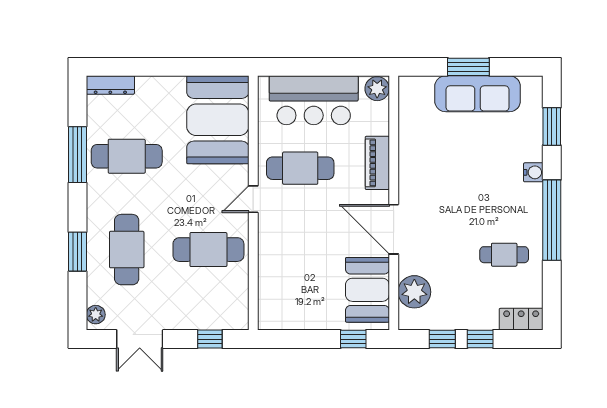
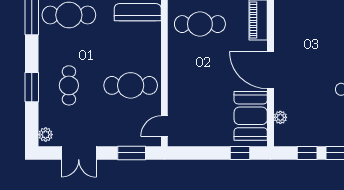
door: (253, 199) -> (164, 126), moved
cafe table: (127, 250) -> (69, 85), width x0.73, depth x0.74
plant: (414, 292) -> (280, 117), width x0.53, depth x0.53
window: (210, 339) -> (132, 153), width x1.50

